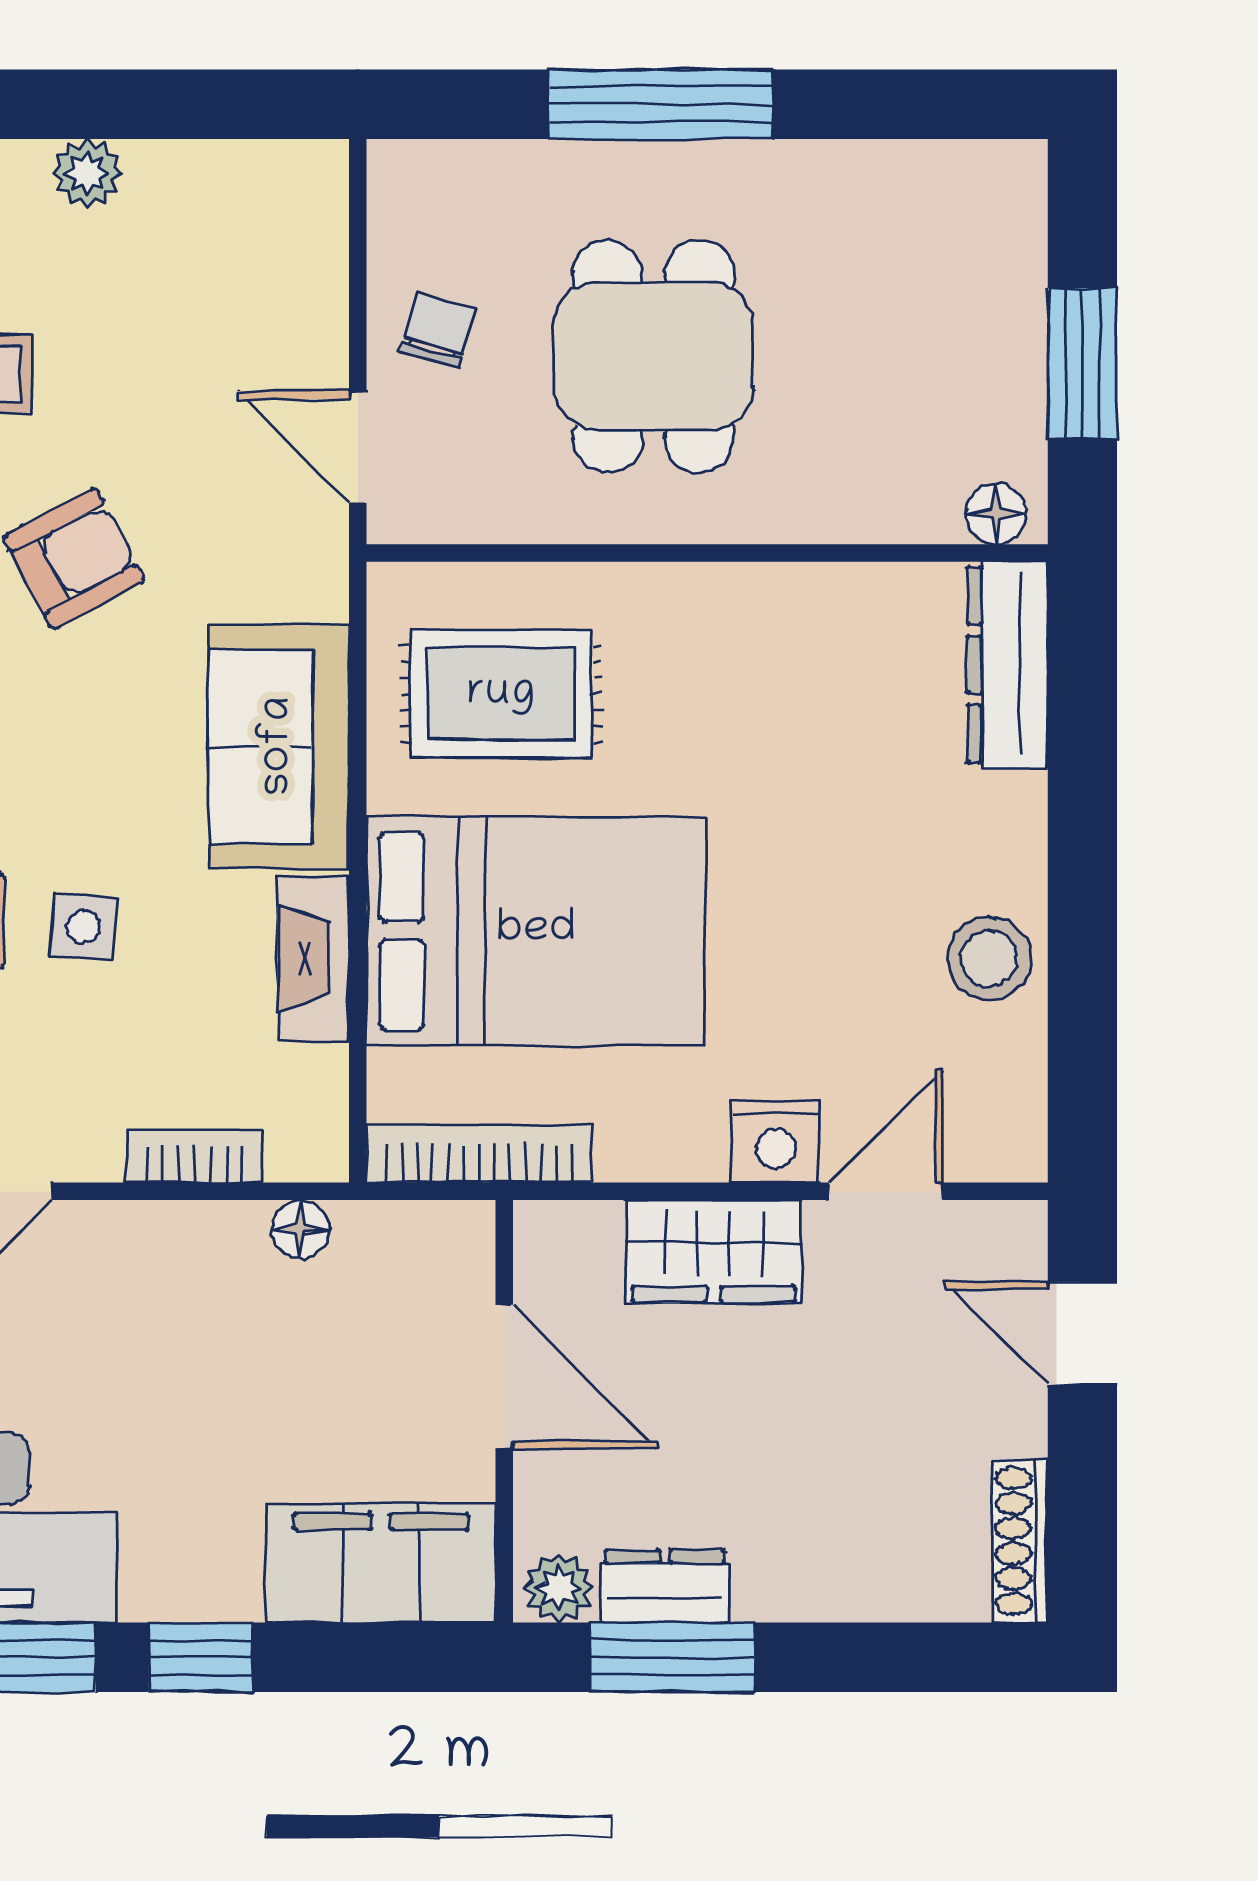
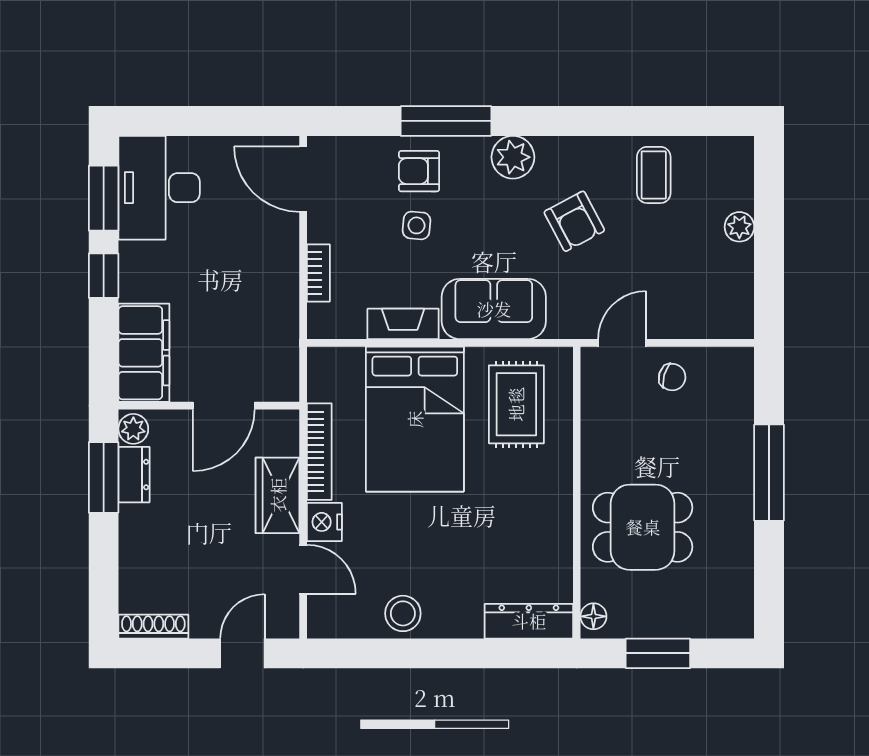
dining table: (654, 357) -> (643, 527), moved
bookcase: (479, 1154) -> (319, 452), moved
floor lamp: (300, 1229) -> (287, 318), removed

